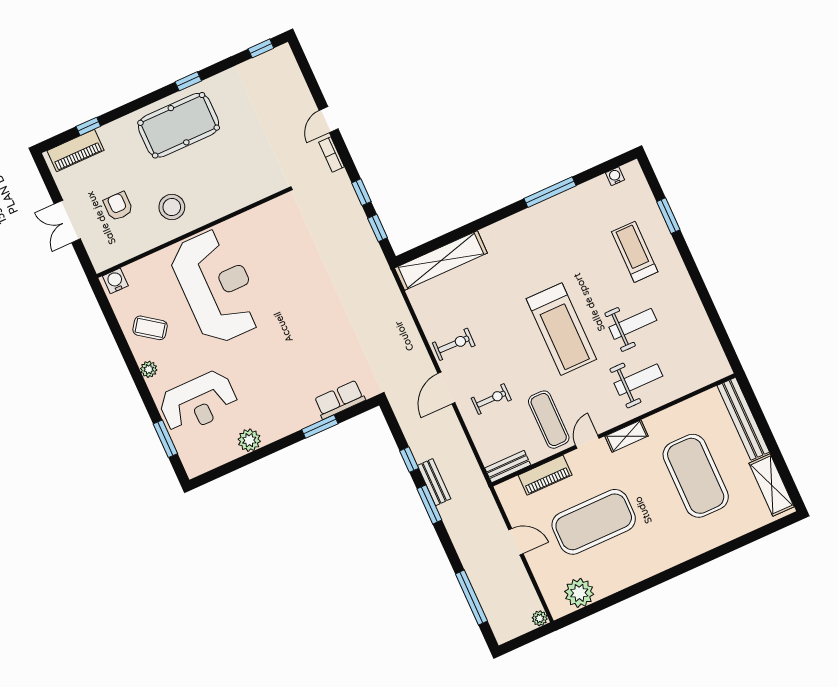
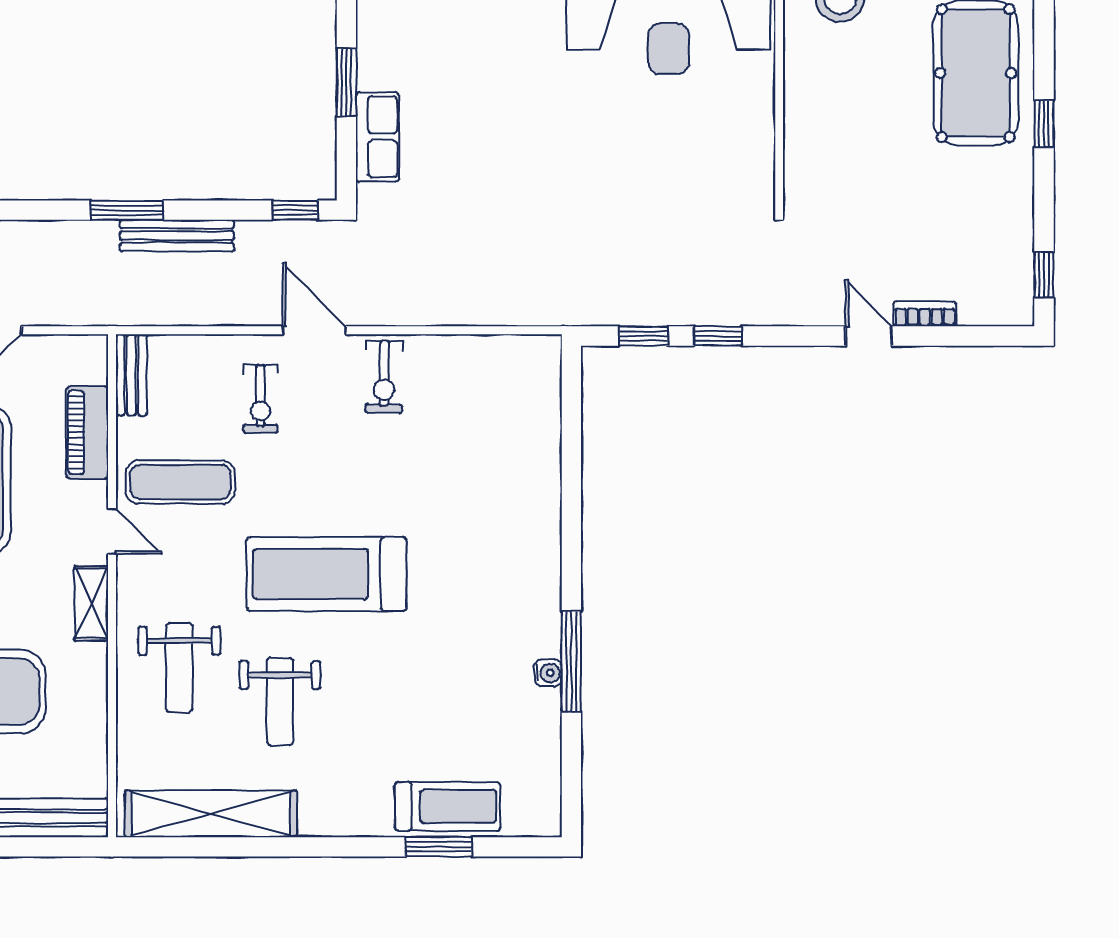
bookcase: (332, 155) -> (925, 314), moved
water cooler: (615, 176) -> (548, 673), moved
treadmill: (635, 252) -> (448, 806), moved
shelving: (441, 261) -> (211, 814), moved, turned 90
window: (409, 460) -> (295, 210), moved
bench: (434, 482) -> (177, 236), width x1.36

